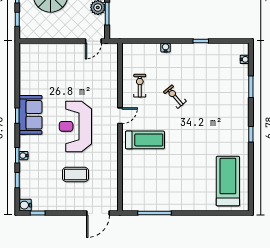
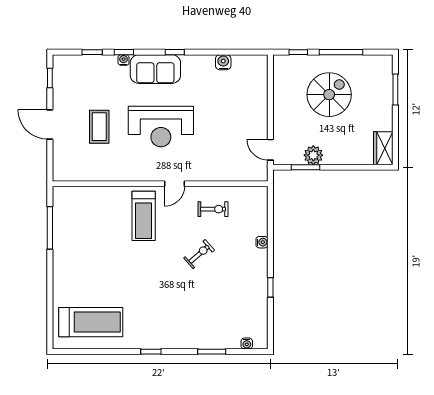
sofa: (31, 115) -> (155, 69), moved
door: (120, 116) -> (175, 184), hinge flipped
reception desk: (75, 126) -> (161, 126), turned 180
water cooler: (25, 205) -> (223, 62), moved
door: (98, 213) -> (50, 125), moved

